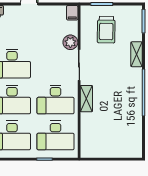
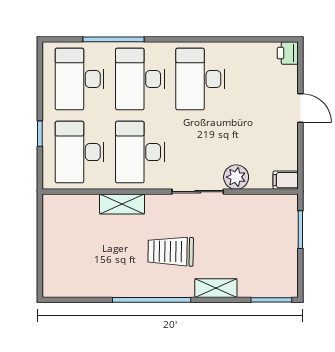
trolley: (106, 30) -> (171, 251), moved
shelving: (86, 99) -> (122, 204), moved

